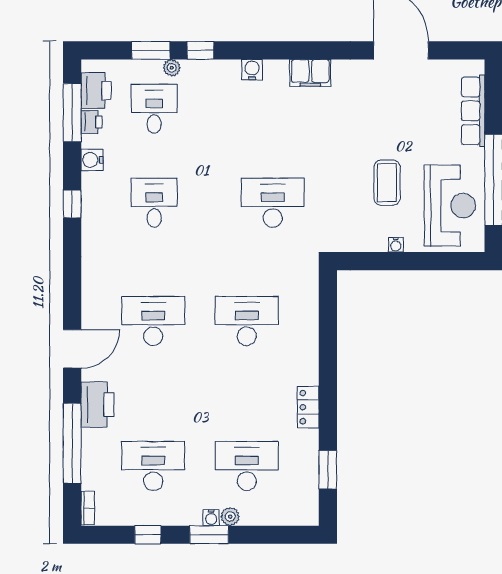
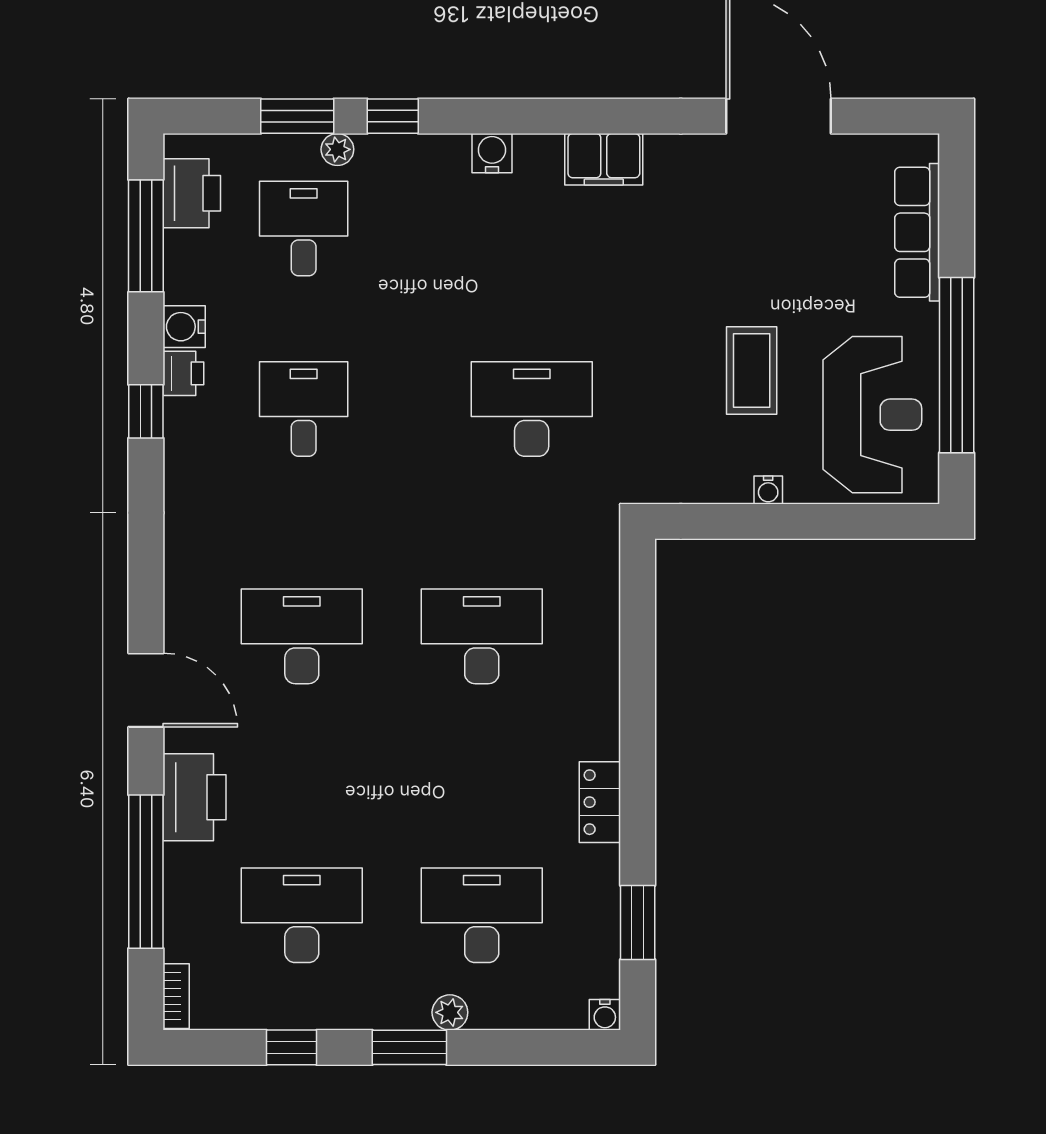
printer: (92, 122) -> (183, 373), moved
door: (72, 349) -> (146, 690), hinge flipped
water cooler: (211, 518) -> (605, 1015), moved

